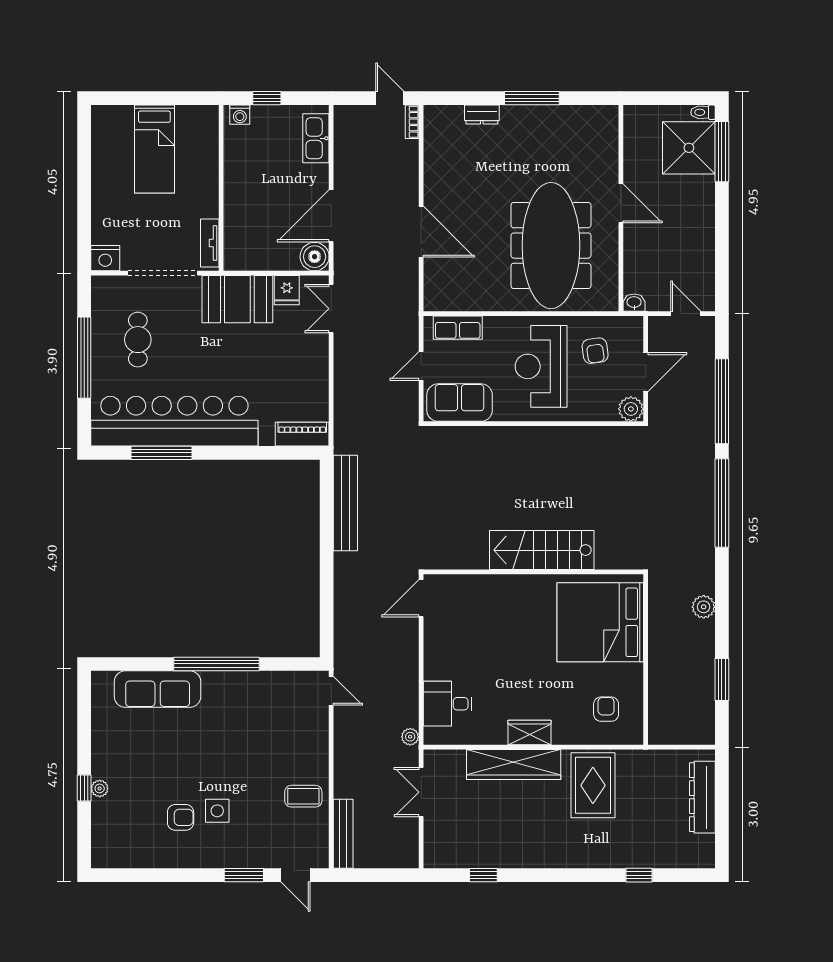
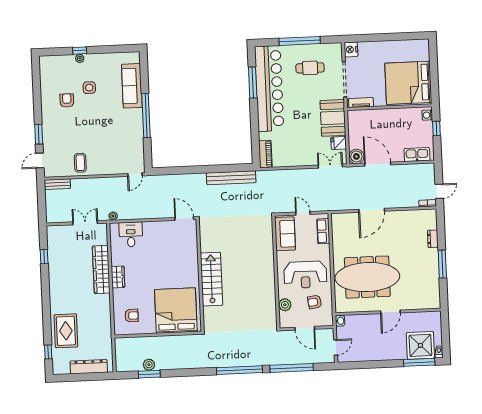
bed: (154, 149) -> (408, 83), width x2.04
reception desk: (541, 366) -> (305, 275), turned 180
plant: (631, 409) -> (285, 305), moved
plant: (704, 607) -> (149, 365), moved
rug: (593, 785) -> (66, 331), moved, turned 90
side table: (217, 811) -> (89, 88), moved
armchair: (181, 817) -> (67, 100), turned 180
bench: (343, 834) -> (57, 184), width x0.73
window: (639, 875) -> (48, 352), moved

